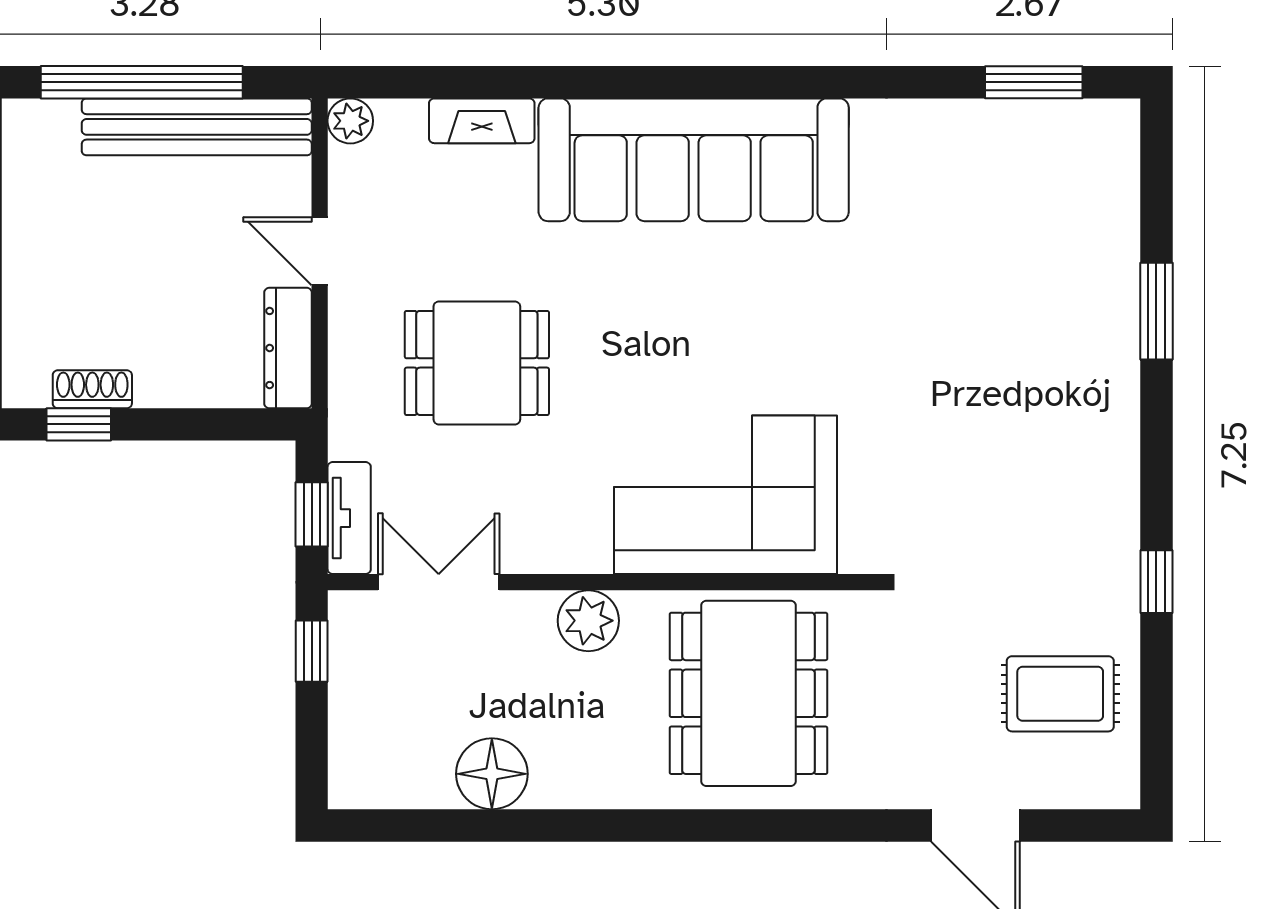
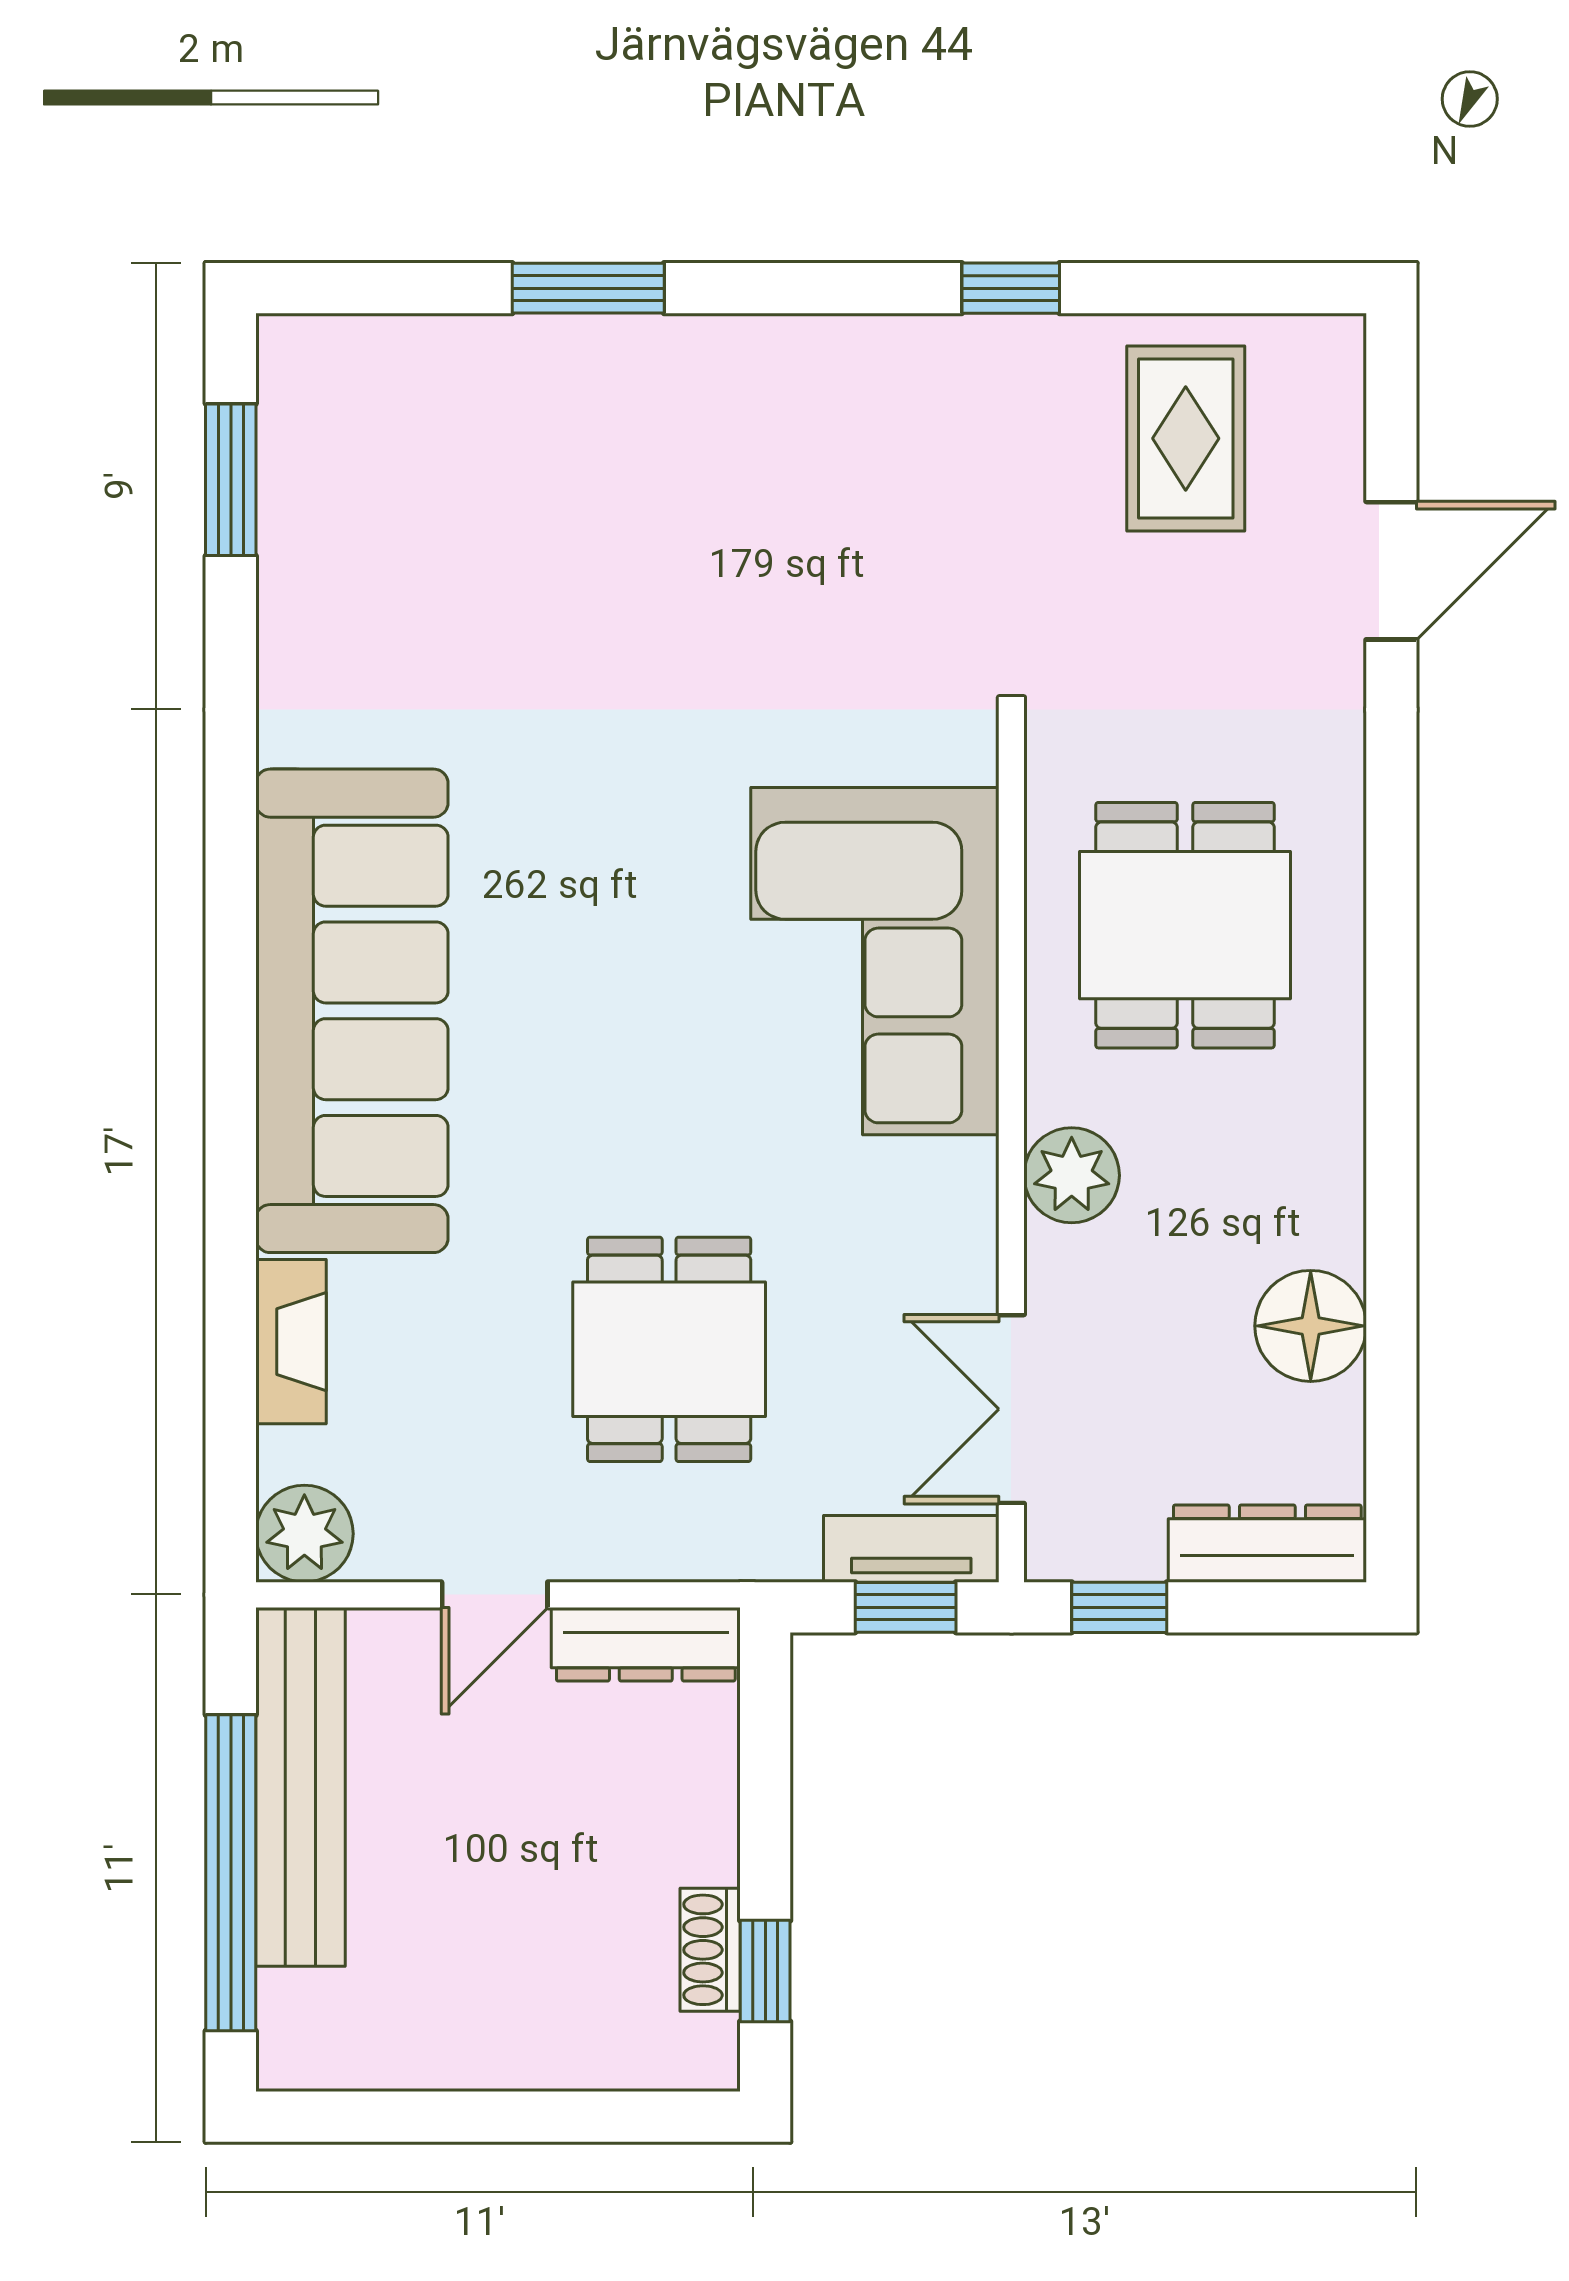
plant: (350, 121) -> (304, 1534), width x1.38, depth x1.38
dining table: (748, 693) -> (1185, 925), width x0.73
dresser: (353, 746) -> (1267, 1544), added

